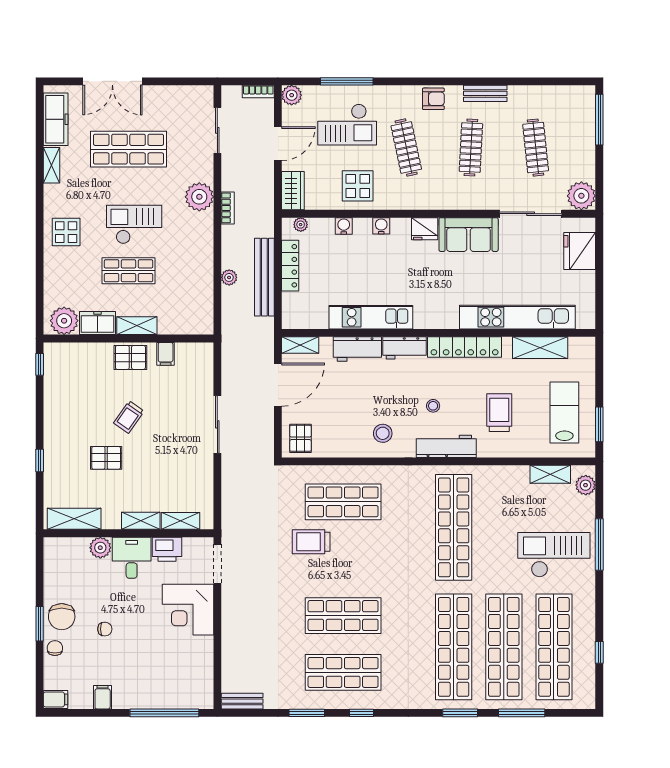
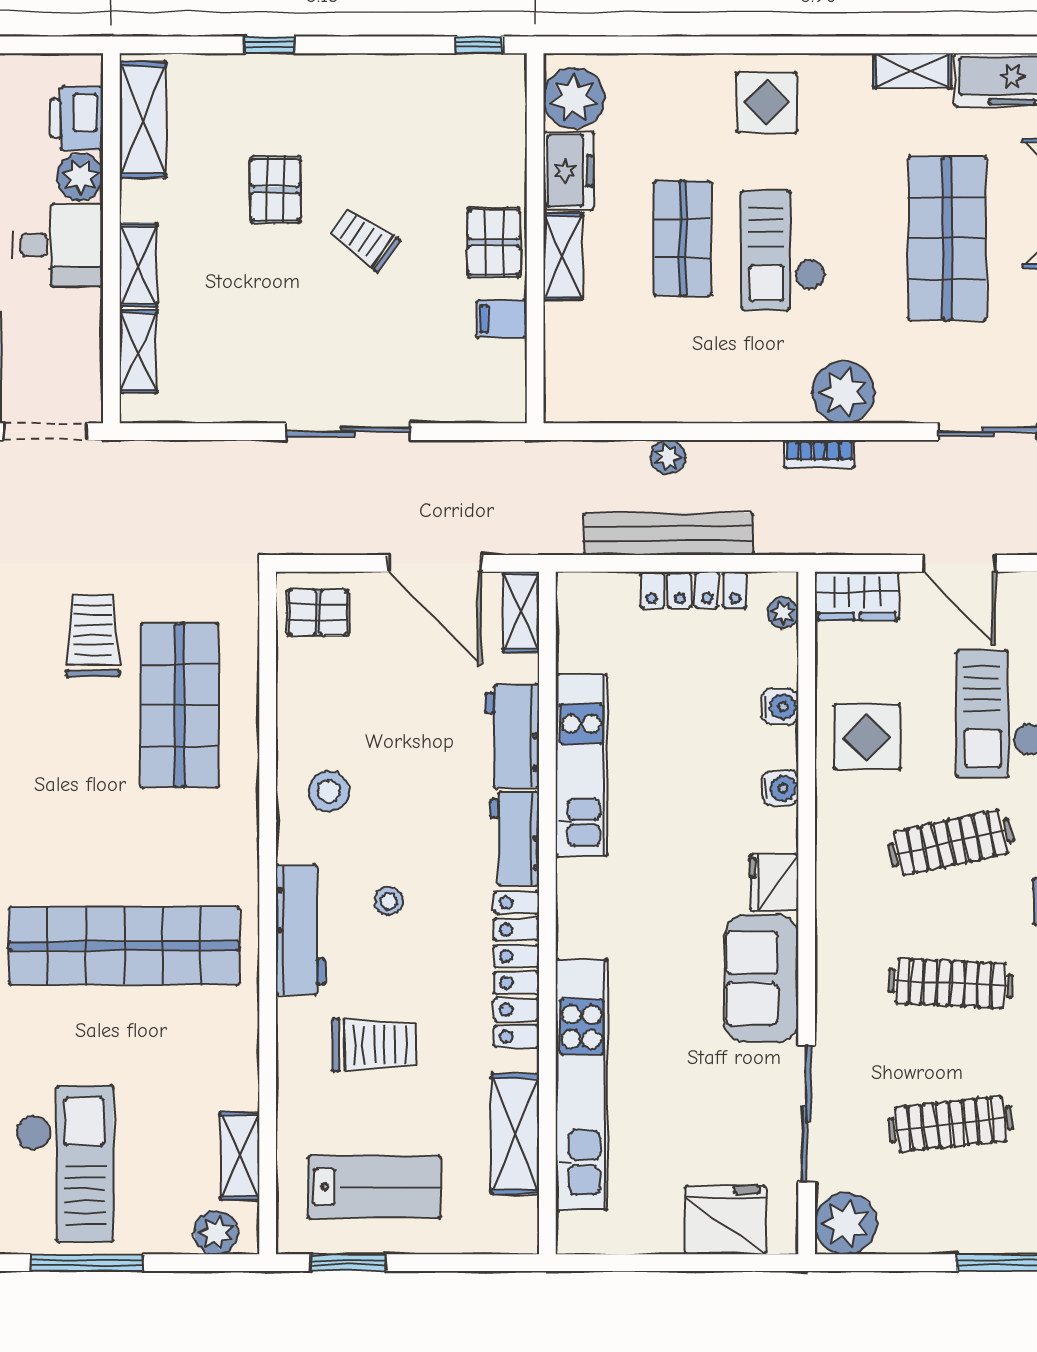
checkout: (134, 225) -> (783, 251), turned 180
printer: (167, 549) -> (77, 118), moved

